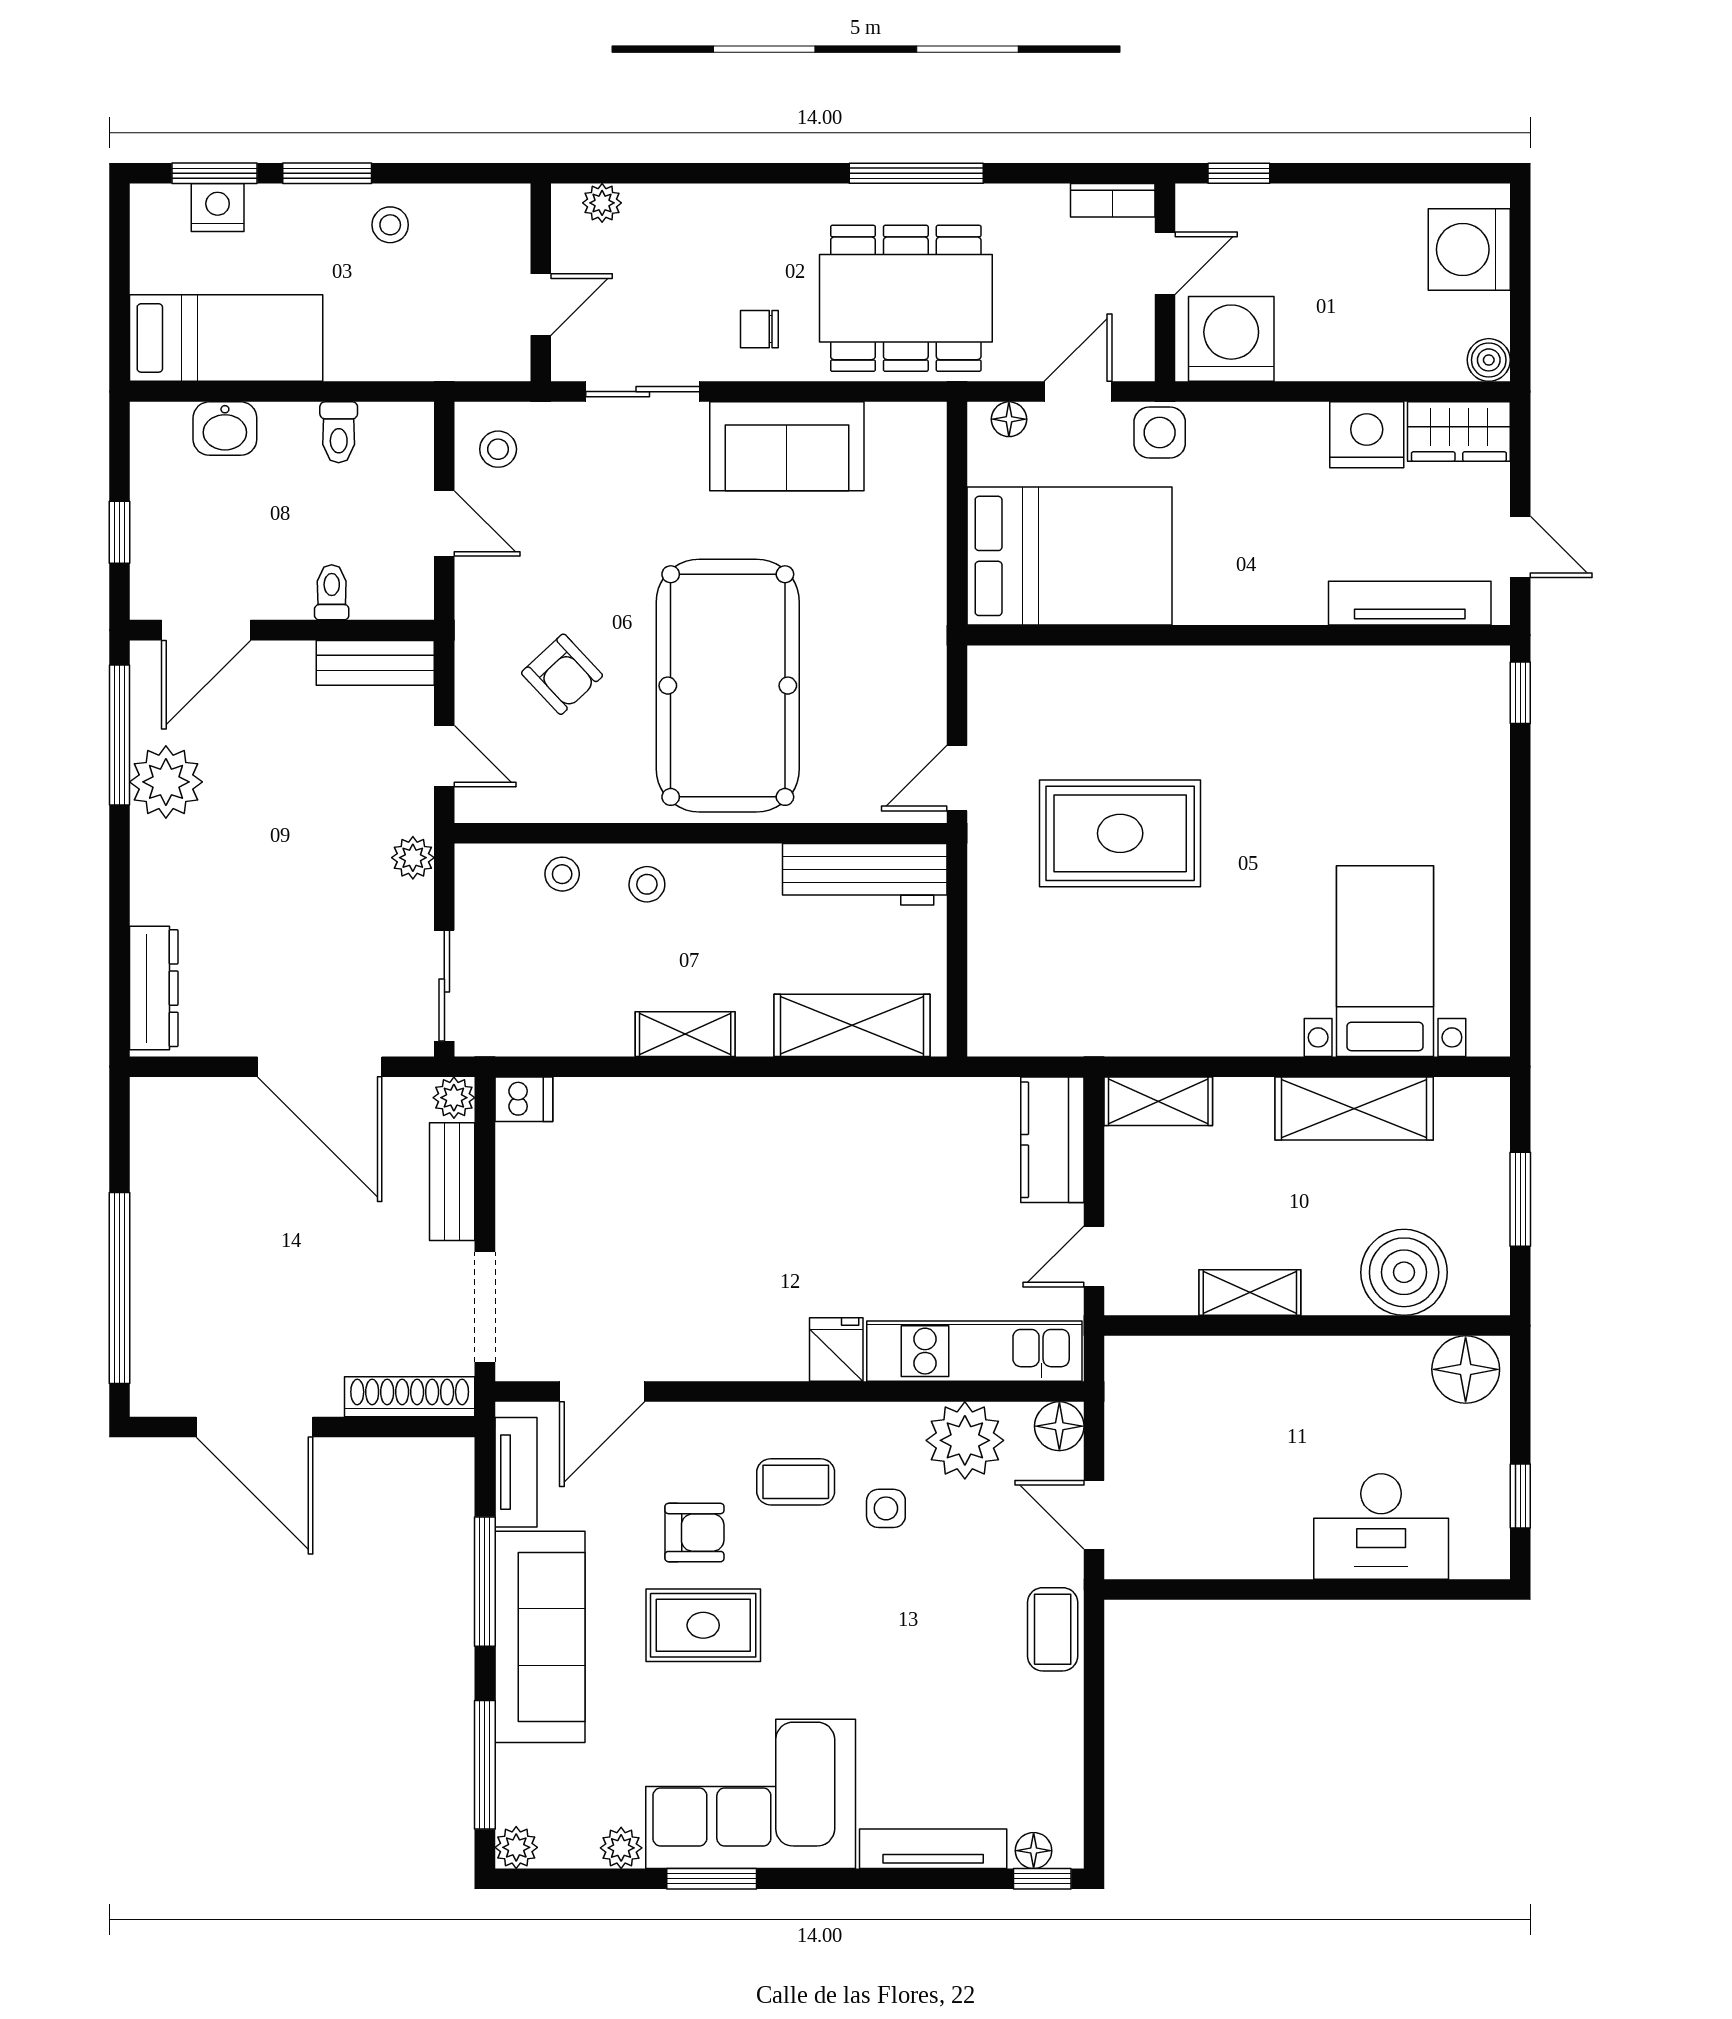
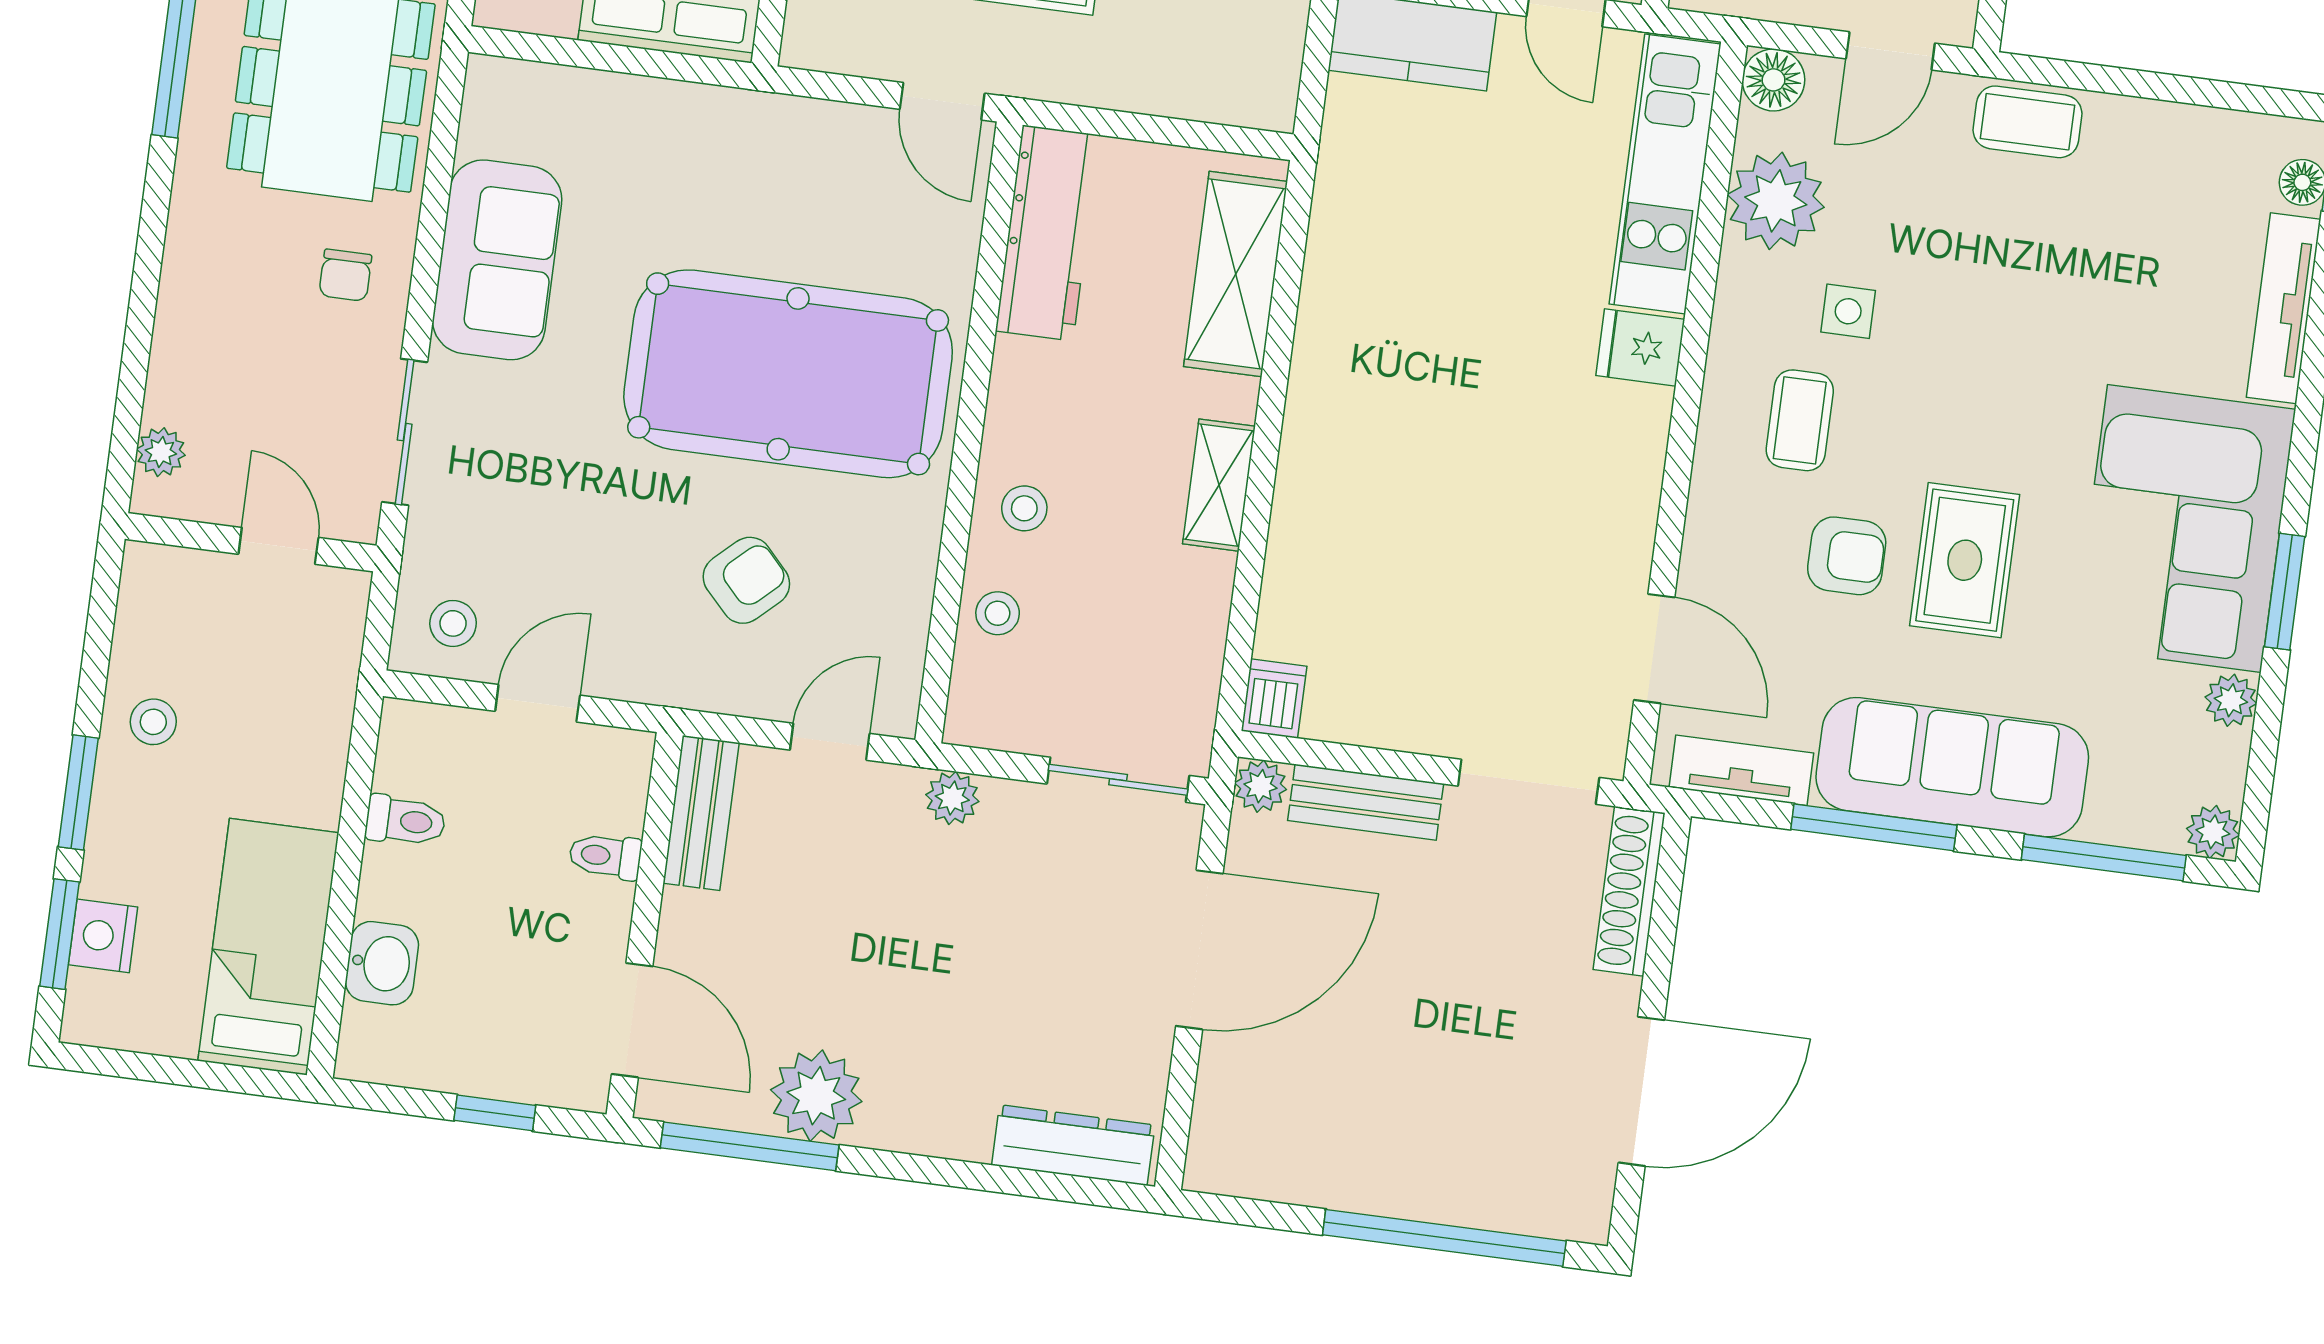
armchair: (694, 1533) -> (1847, 556), turned 90

